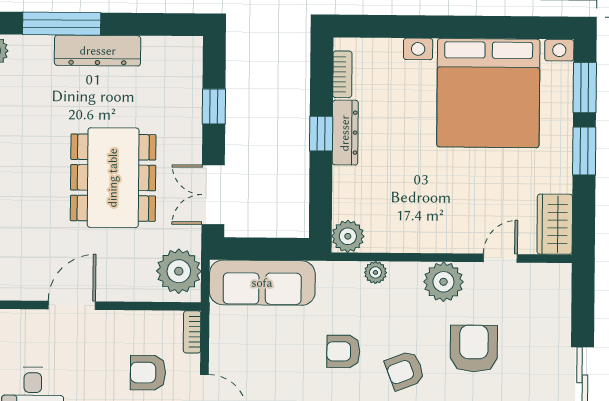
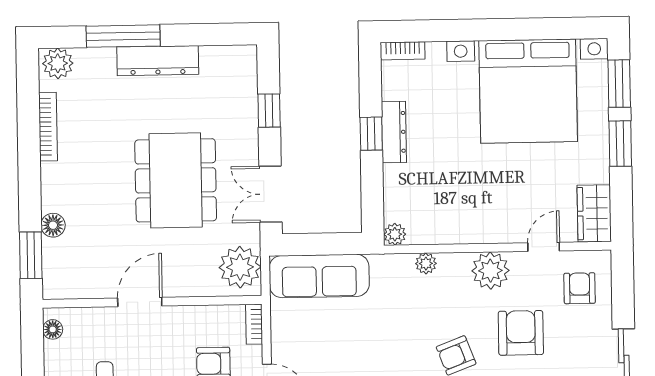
bookcase: (342, 74) -> (403, 51), moved, turned 90
plant: (348, 236) -> (395, 234), width x0.73, depth x0.73
armchair: (343, 351) -> (580, 288), moved, turned 90

